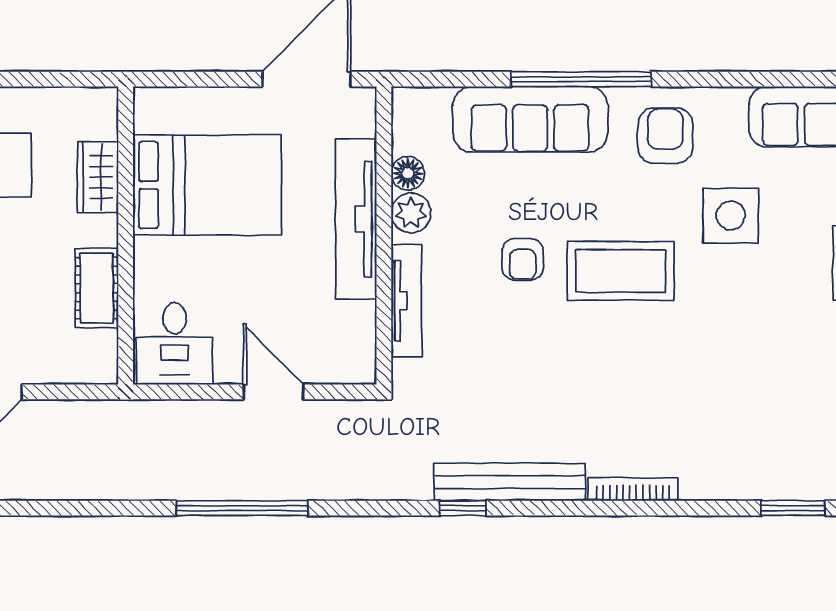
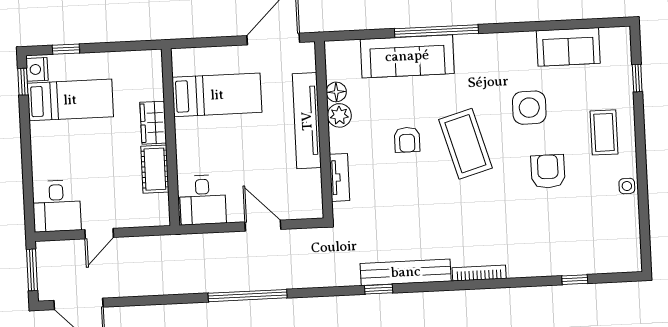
armchair: (665, 136) -> (548, 171), moved
wardrobe: (98, 177) -> (153, 123), moved
bed: (207, 185) -> (217, 95), width x0.67
coffee table: (621, 271) -> (465, 144), turned 74
tv unit: (406, 301) -> (340, 177), width x0.71
window: (793, 508) -> (575, 280), width x0.67

